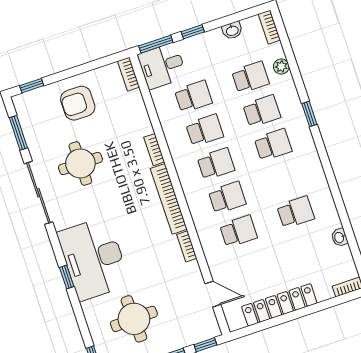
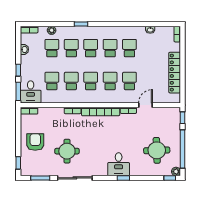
armchair: (78, 103) -> (35, 142), turned 180
school desk: (284, 178) -> (110, 48), added
desk: (94, 259) -> (119, 164), width x0.53, depth x0.77
door: (213, 294) -> (146, 105), moved

